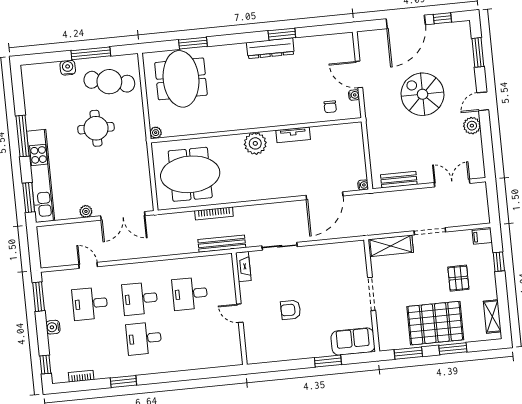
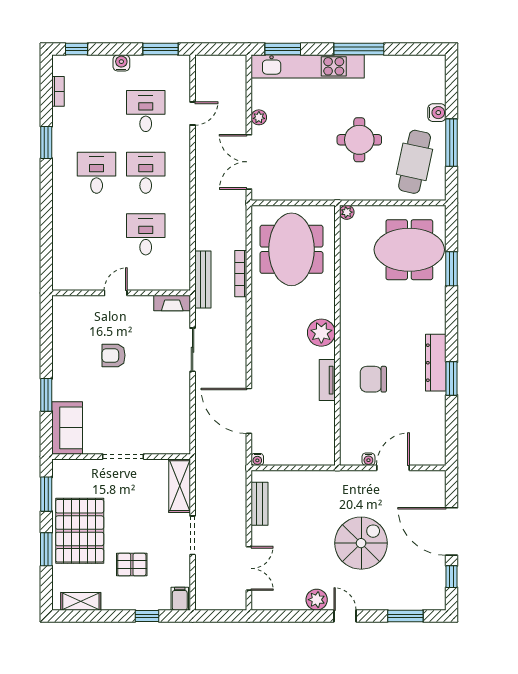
chair: (330, 107) -> (373, 379), moved, width x1.87, depth x1.87
armchair: (291, 310) -> (114, 355), turned -90

